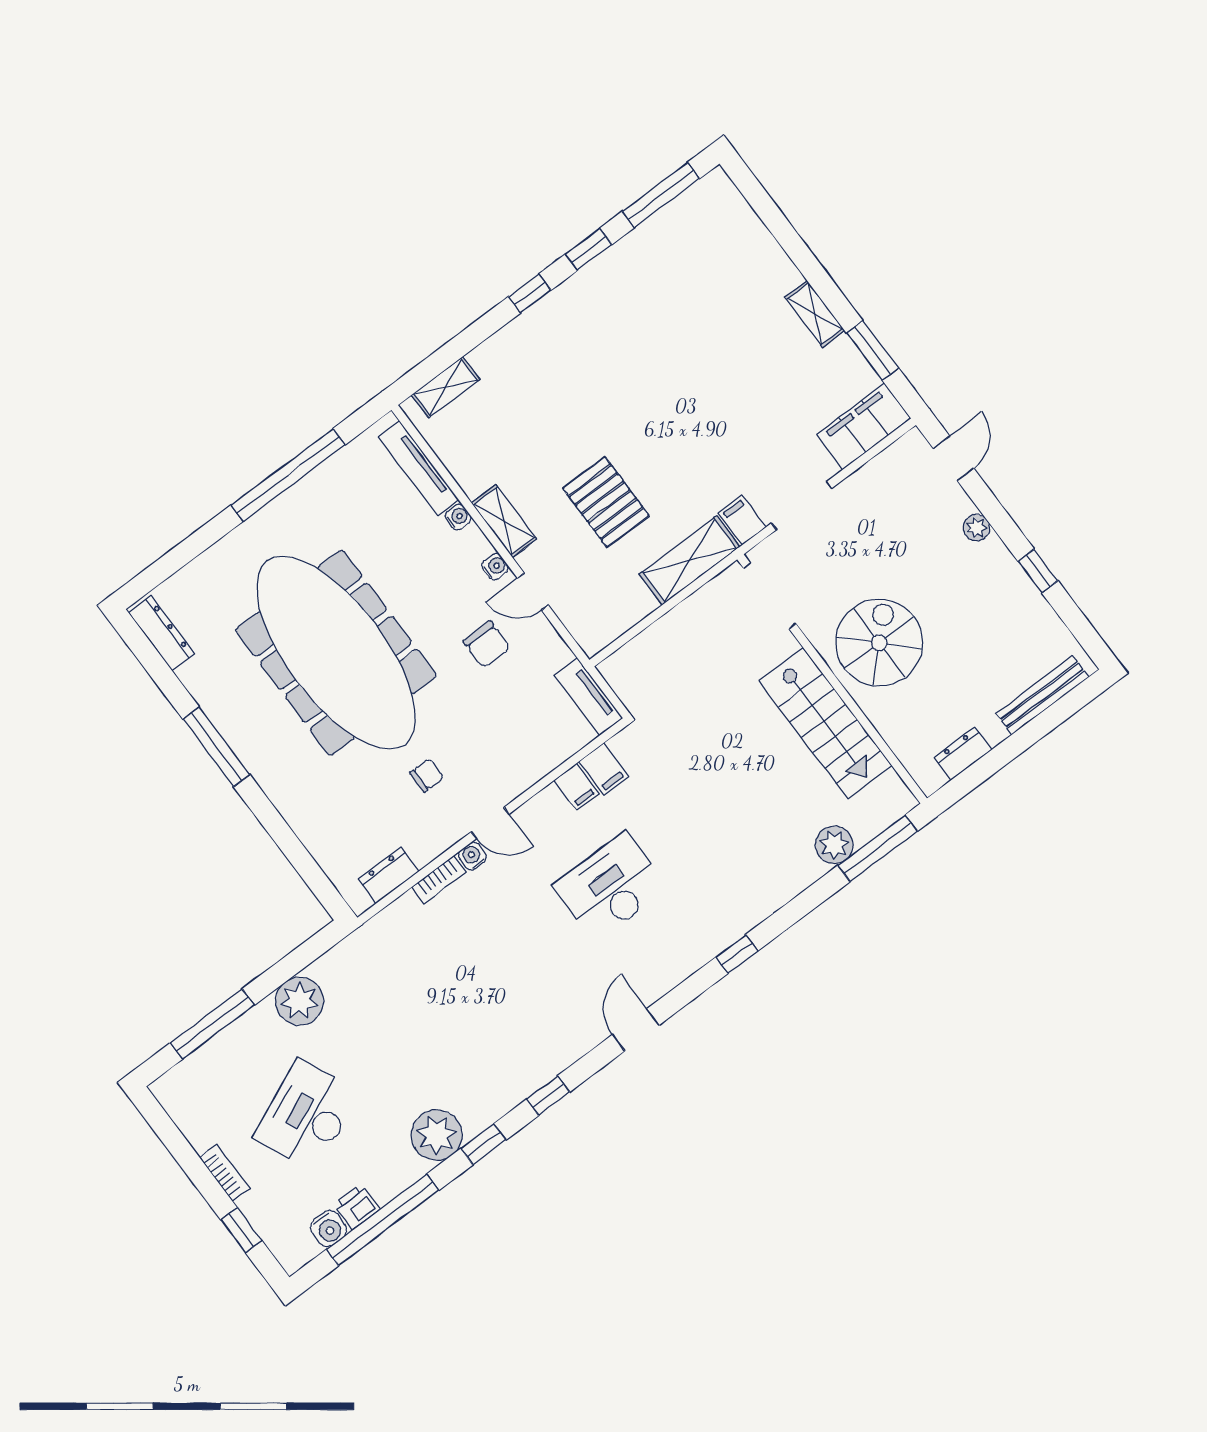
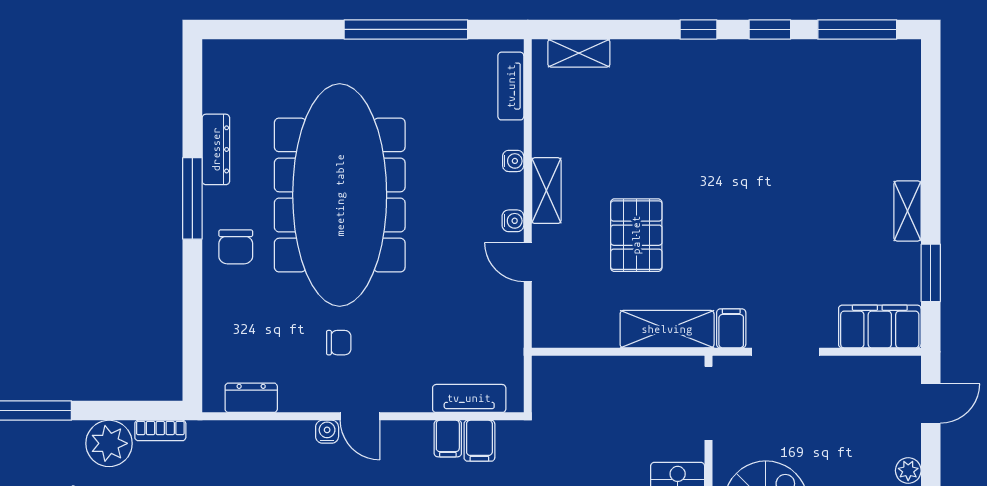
tv unit: (418, 468) -> (511, 86), width x0.71
dresser: (161, 633) -> (216, 149), moved
chair: (487, 644) -> (236, 247), moved
tv unit: (589, 697) -> (469, 398), moved, turned 90
bookcase: (439, 880) -> (160, 430), moved

